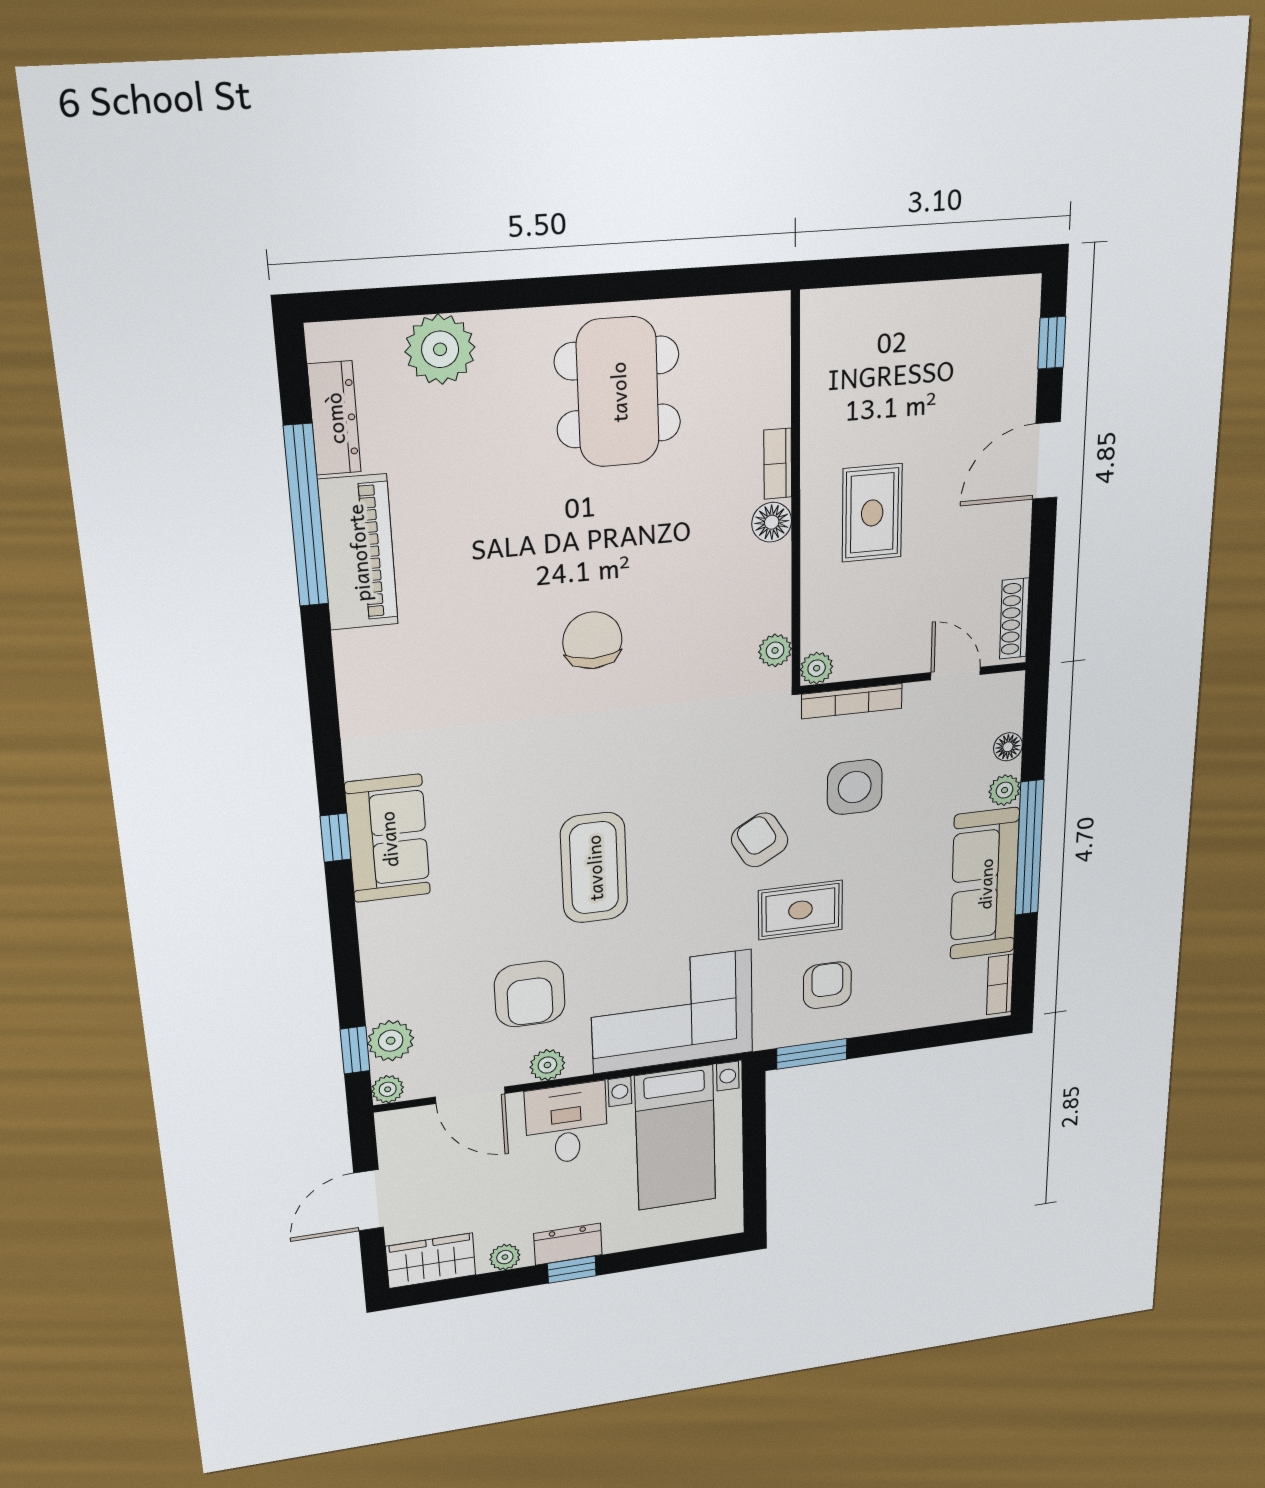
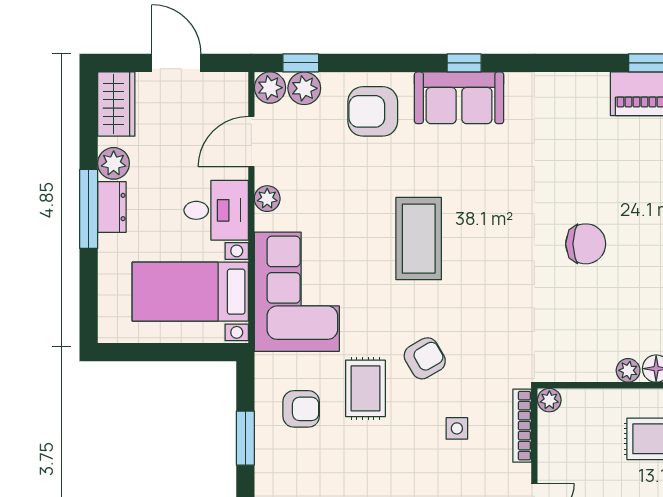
plant: (775, 650) -> (628, 370), moved
side table: (855, 787) -> (457, 428), width x0.54, depth x0.54
coffee table: (594, 868) -> (419, 239), turned 90
armchair: (530, 994) -> (373, 111), moved
window: (812, 1054) -> (245, 438), moved
plant: (388, 1089) -> (270, 88), width x1.38, depth x1.38
plant: (505, 1257) -> (114, 163), width x1.38, depth x1.38
window: (572, 1270) -> (89, 209), width x2.17

